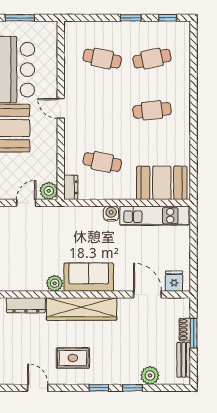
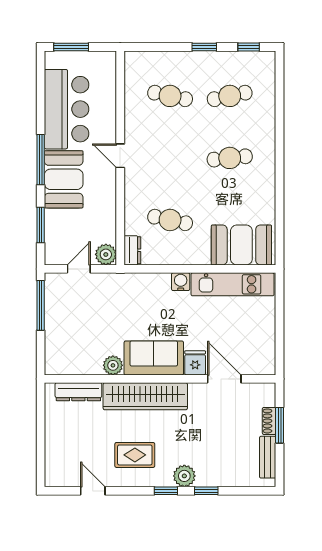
fridge: (174, 281) -> (195, 363), moved
plant: (150, 375) -> (184, 476), moved

